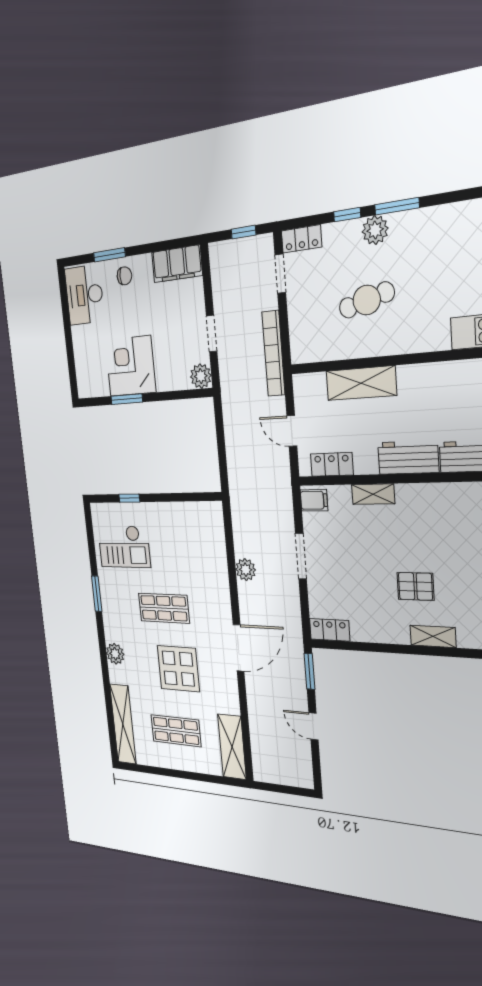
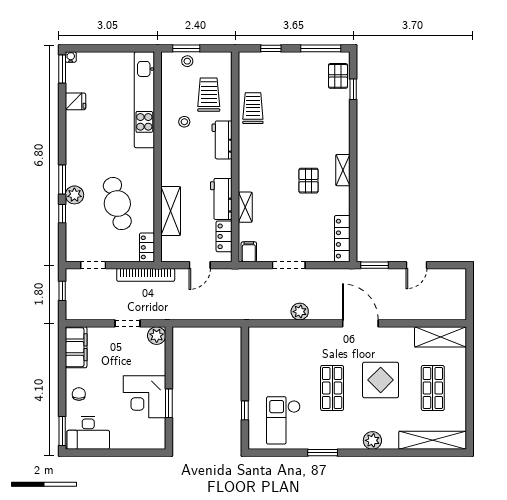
locker: (302, 239) -> (147, 247), moved, turned 180
window: (109, 255) -> (62, 431), moved
cafe table: (367, 300) -> (117, 204), width x1.37, depth x1.35
workbench: (408, 457) -> (221, 199), moved
checkout: (124, 547) -> (283, 420), turned 180
locker: (330, 630) -> (342, 239), width x1.53

